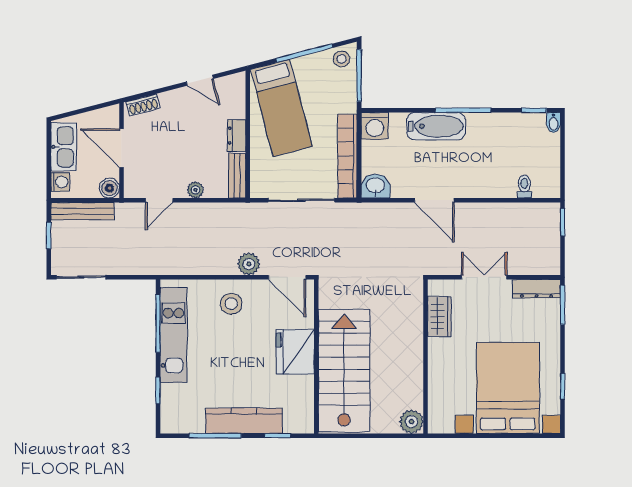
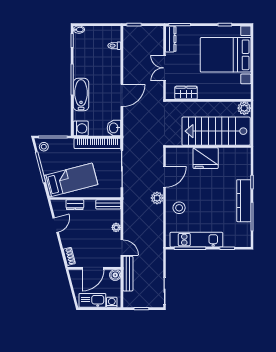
dresser: (237, 136) -> (75, 205), moved
bench: (82, 211) -> (128, 274), moved
fridge: (295, 352) -> (206, 158), moved
wall: (316, 356) -> (208, 146), moved
stairs: (344, 371) -> (216, 131), moved

